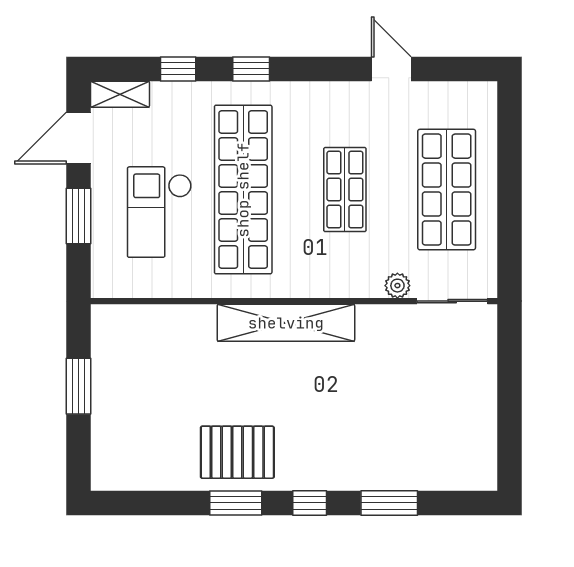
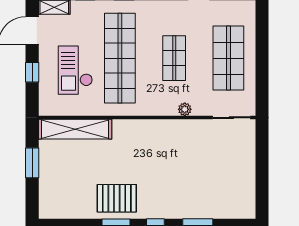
window: (79, 216) -> (32, 72), width x0.67
plant: (397, 286) -> (185, 109), moved
shelving: (286, 323) -> (75, 129), moved

